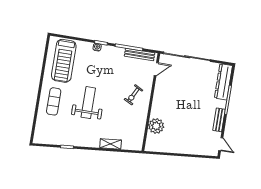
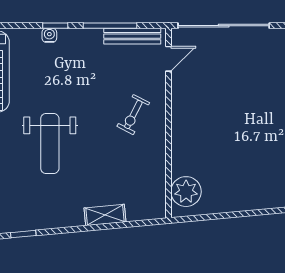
weight bench: (88, 103) -> (50, 143), turned 180
plant: (156, 126) -> (186, 192), moved

